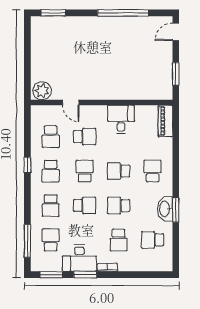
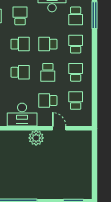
plant: (42, 91) -> (36, 138), moved
desk: (121, 119) -> (22, 115), width x1.37
window: (27, 165) -> (95, 77), removed

